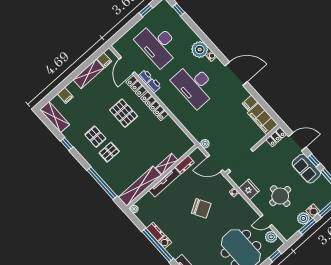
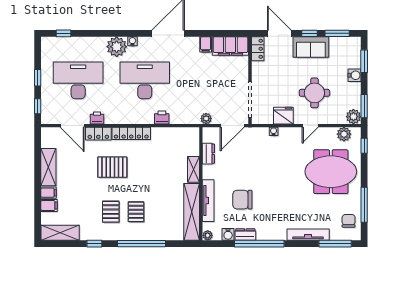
window: (146, 10) -> (38, 78), moved
window: (120, 34) -> (38, 106), added
desk: (158, 44) -> (78, 80), turned 180
filing cabinet: (104, 60) -> (49, 193), moved
printer: (154, 85) -> (162, 118), moved
desk: (195, 85) -> (145, 80), turned 180
pallet: (95, 137) -> (111, 212), turned 90
door: (297, 142) -> (279, 33), hinge flipped
tv unit: (165, 182) -> (208, 201), moved
window: (102, 183) -> (141, 244), moved
chair: (201, 208) -> (242, 200), moved, turned -150
plant: (303, 218) -> (353, 117), moved
door: (266, 221) -> (310, 126), moved
window: (308, 226) -> (364, 106), moved
water cooler: (165, 242) -> (228, 234), moved

